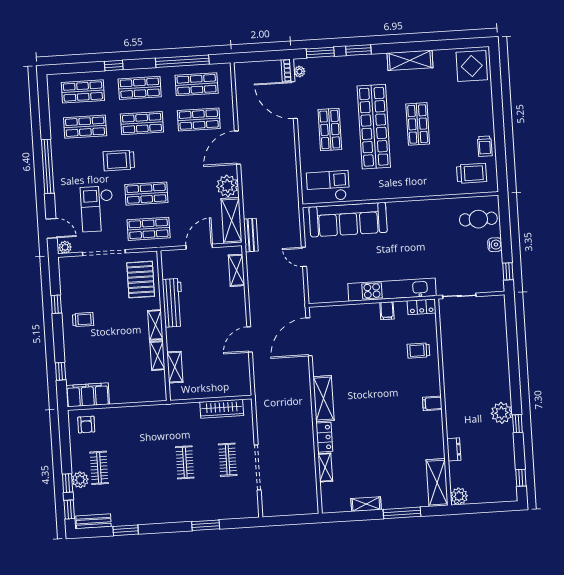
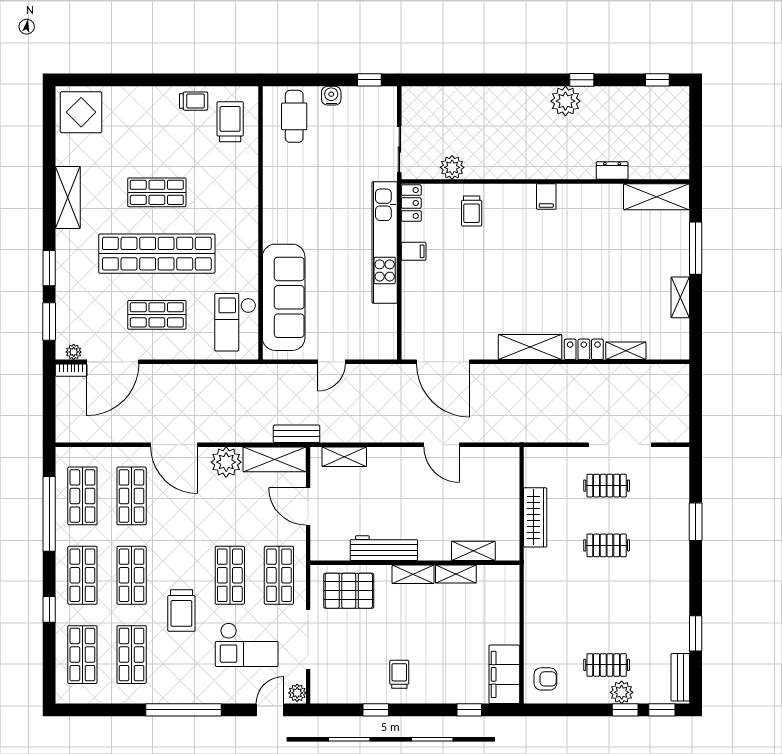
wardrobe: (222, 409) -> (535, 517), moved
plant: (459, 496) -> (452, 167), moved

